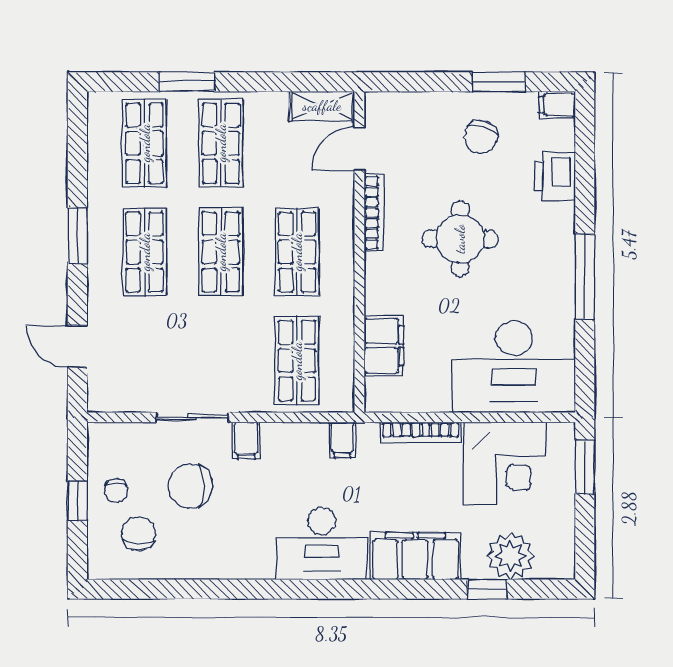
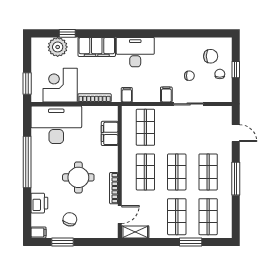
window: (77, 236) -> (236, 179), width x1.44
window: (585, 276) -> (27, 162), width x1.46
chair: (190, 486) -> (189, 76), width x0.54, depth x0.54
chair: (138, 534) -> (211, 56), turned -90

